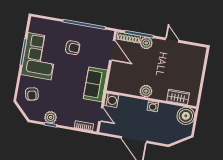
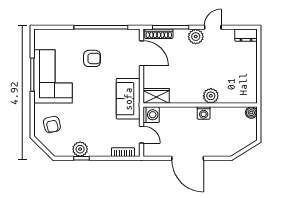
door: (172, 40) -> (213, 27), hinge flipped
plant: (146, 43) -> (196, 37), moved
dresser: (197, 51) -> (246, 35), added
plant: (146, 91) -> (211, 96), moved
wardrobe: (178, 97) -> (156, 96), moved
boiler: (186, 116) -> (251, 113), width x0.54, depth x0.54

